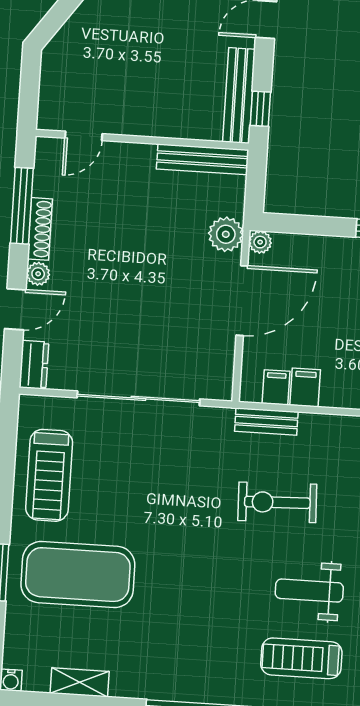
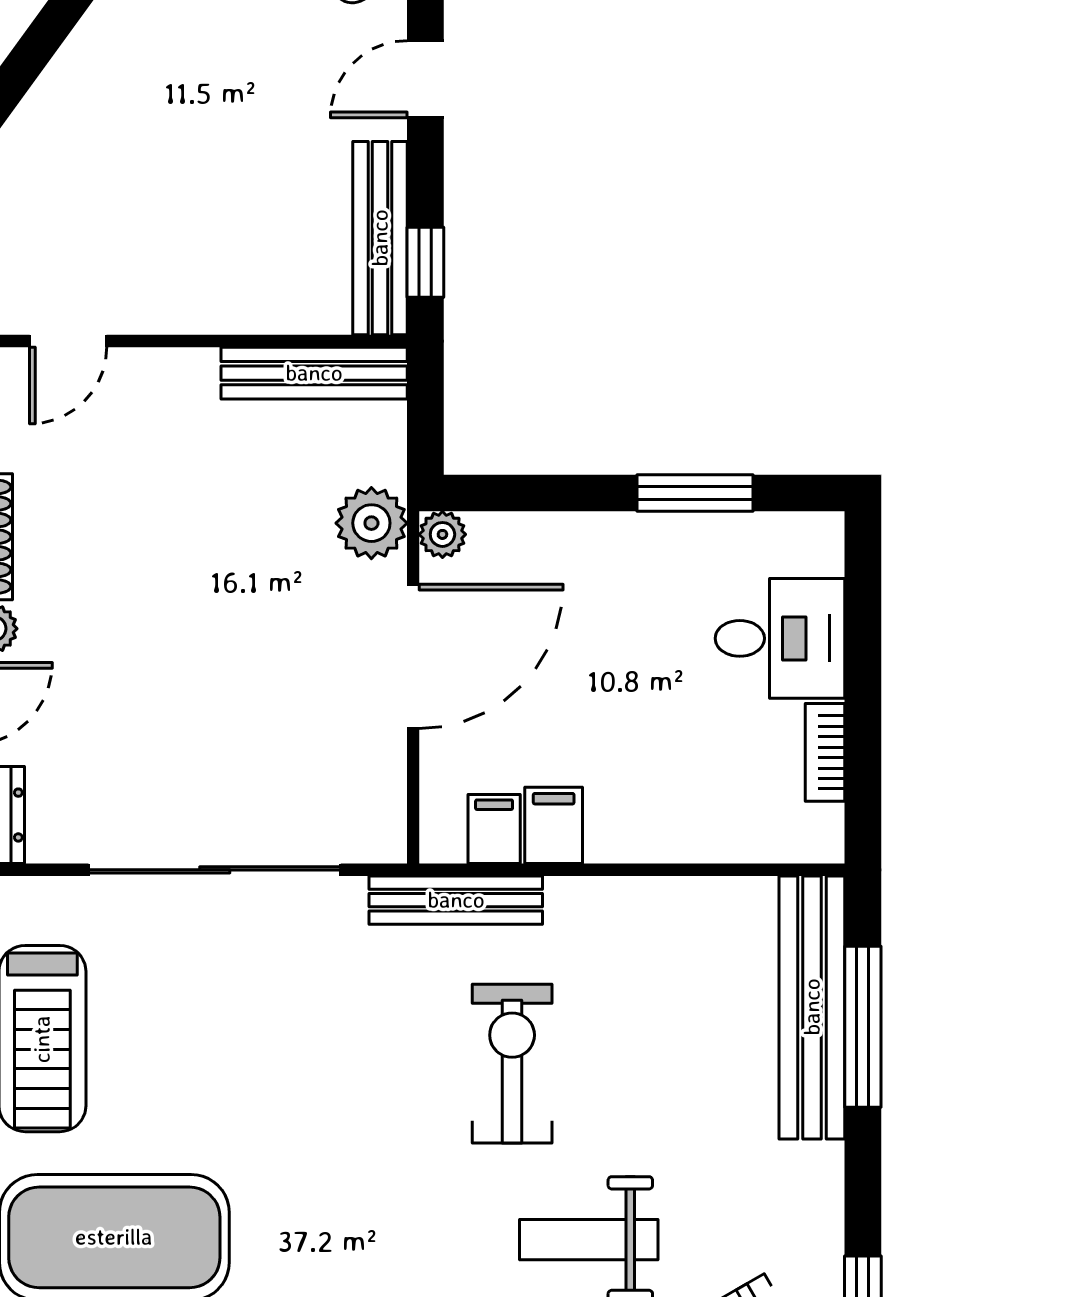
bench: (266, 422) -> (456, 900), width x1.36
exercise bike: (277, 502) -> (512, 1064), turned 92

